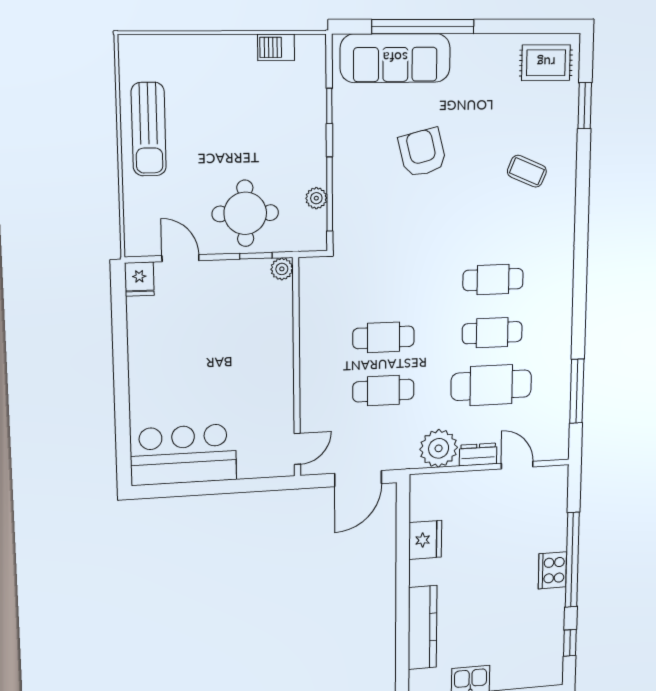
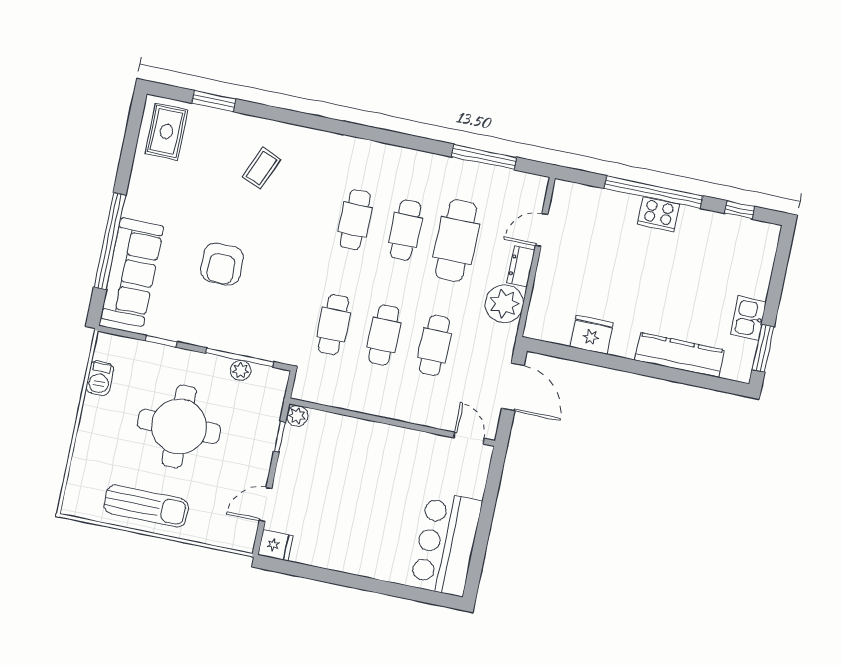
armchair: (422, 153) -> (222, 264), turned -76
round table: (245, 213) -> (179, 427), moved, width x1.36, depth x1.36
cafe table: (384, 283) -> (333, 325), added

